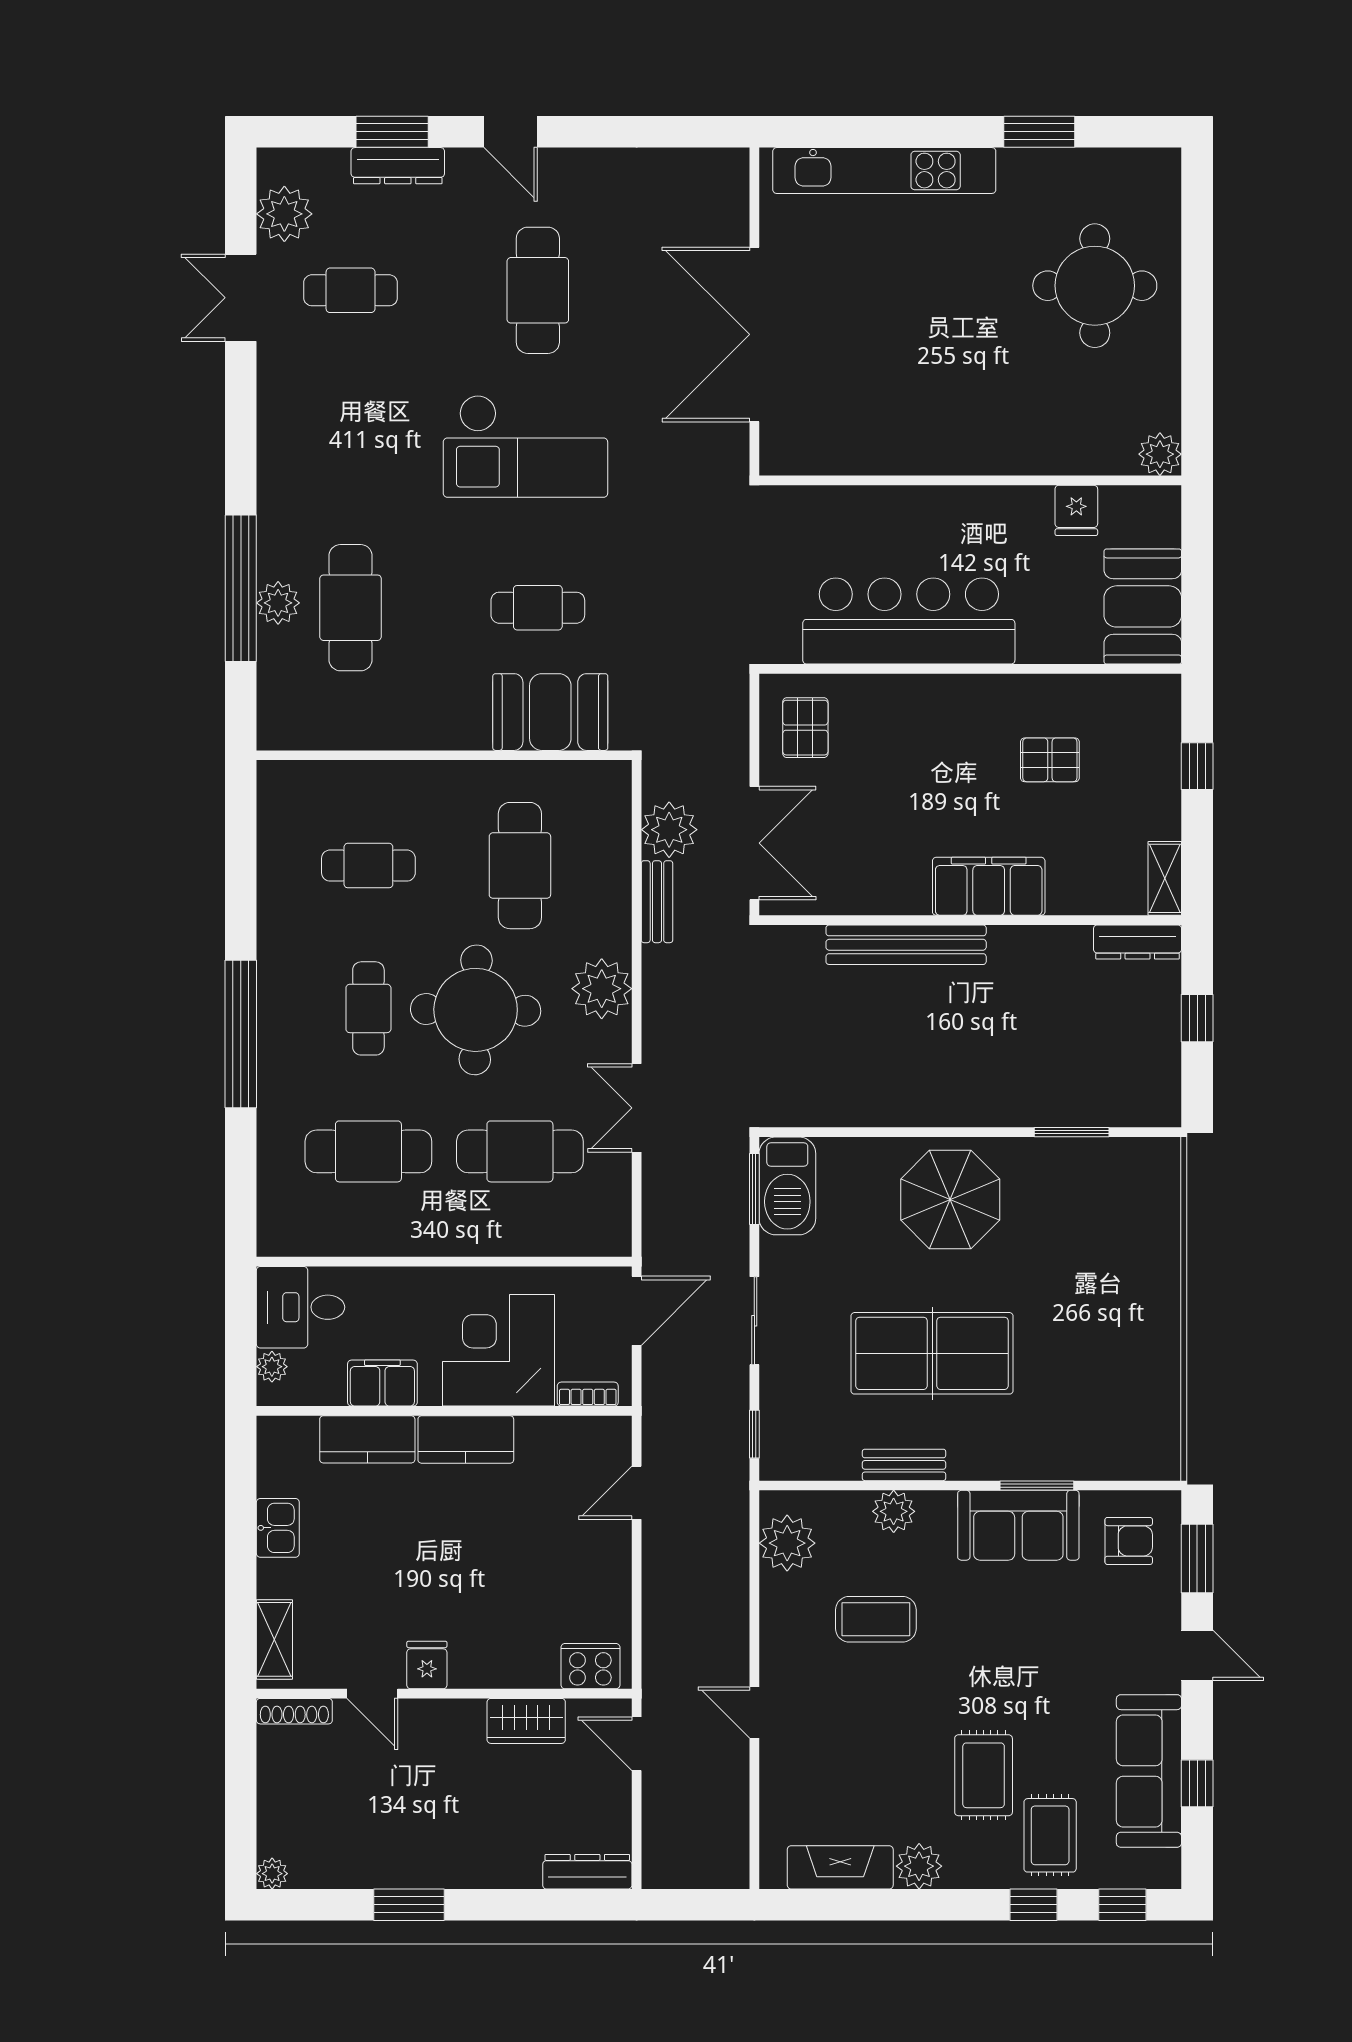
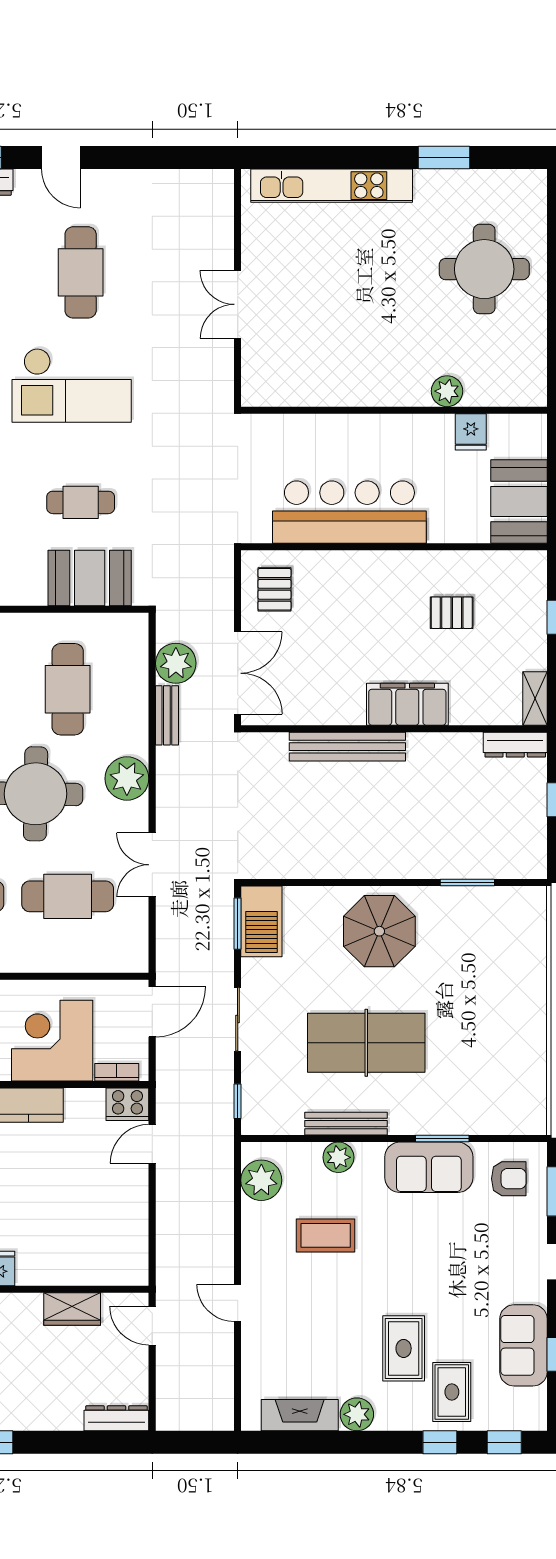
double door: (754, 334) -> (238, 304), width x0.54
plant: (1160, 454) -> (447, 391), moved
bench: (904, 1465) -> (346, 1124), width x1.36
cooker: (590, 1666) -> (127, 1104), moved, turned 180
sofa: (1149, 1771) -> (523, 1345), width x0.73

